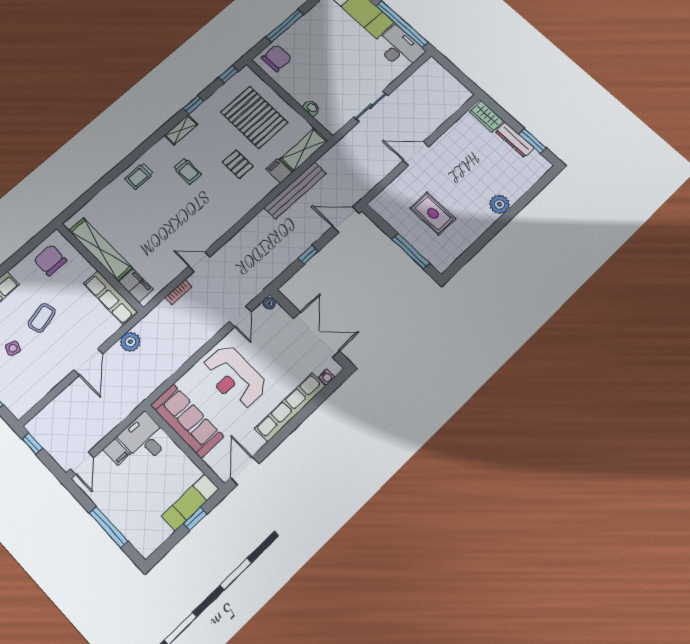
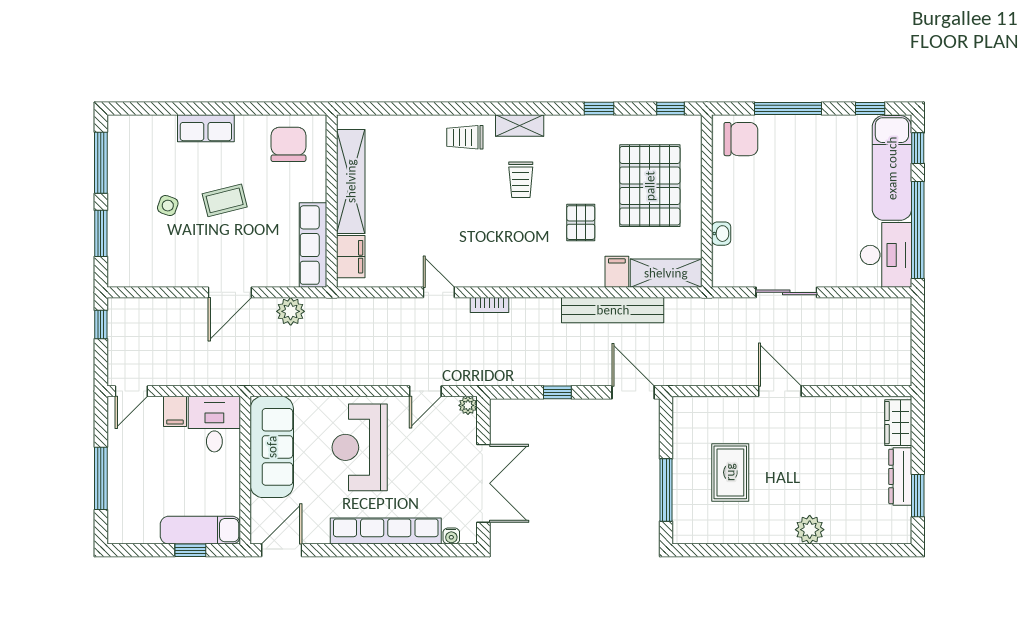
shelving: (181, 130) -> (520, 126), moved
bookcase: (178, 292) -> (490, 305), moved

